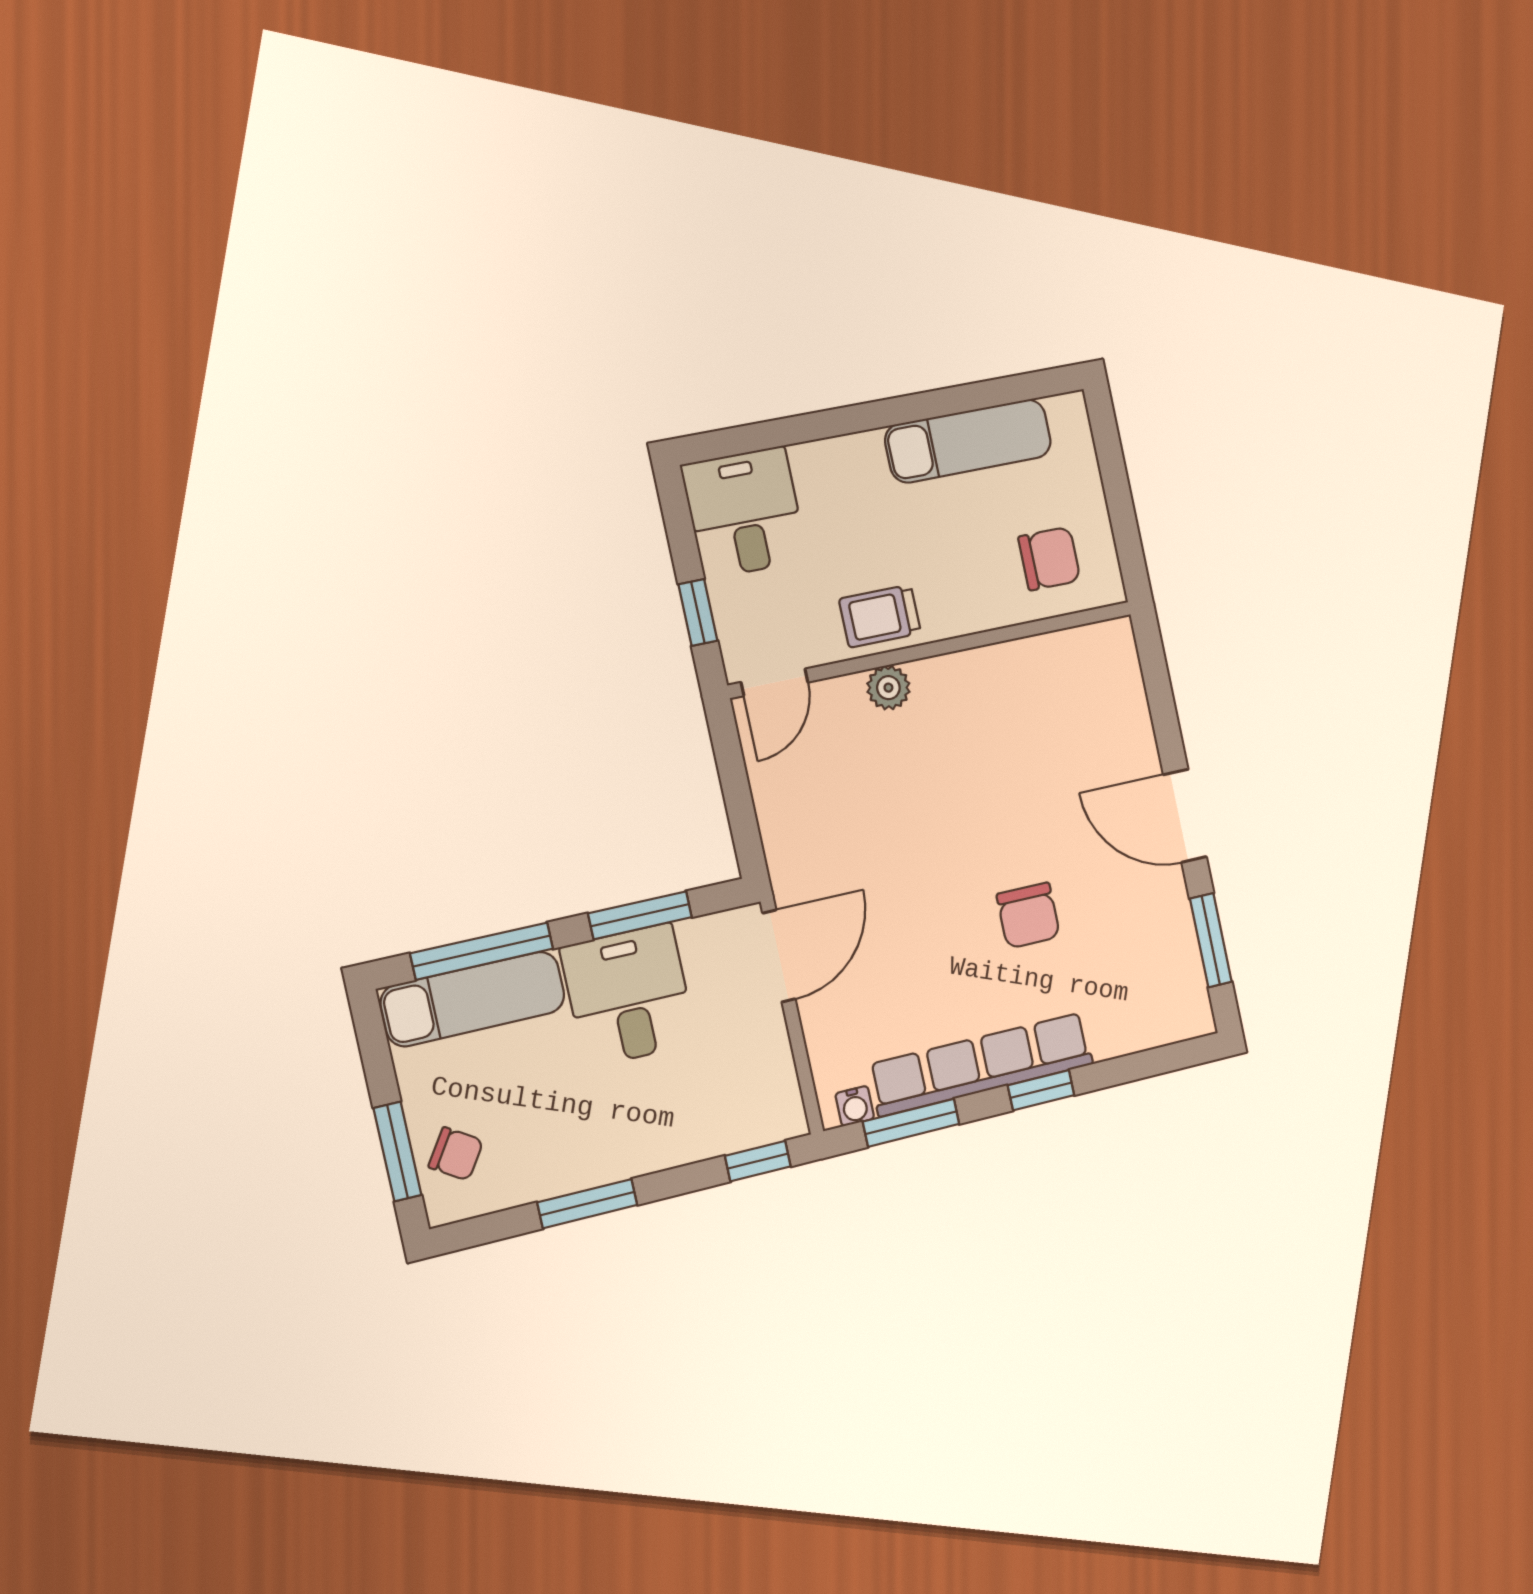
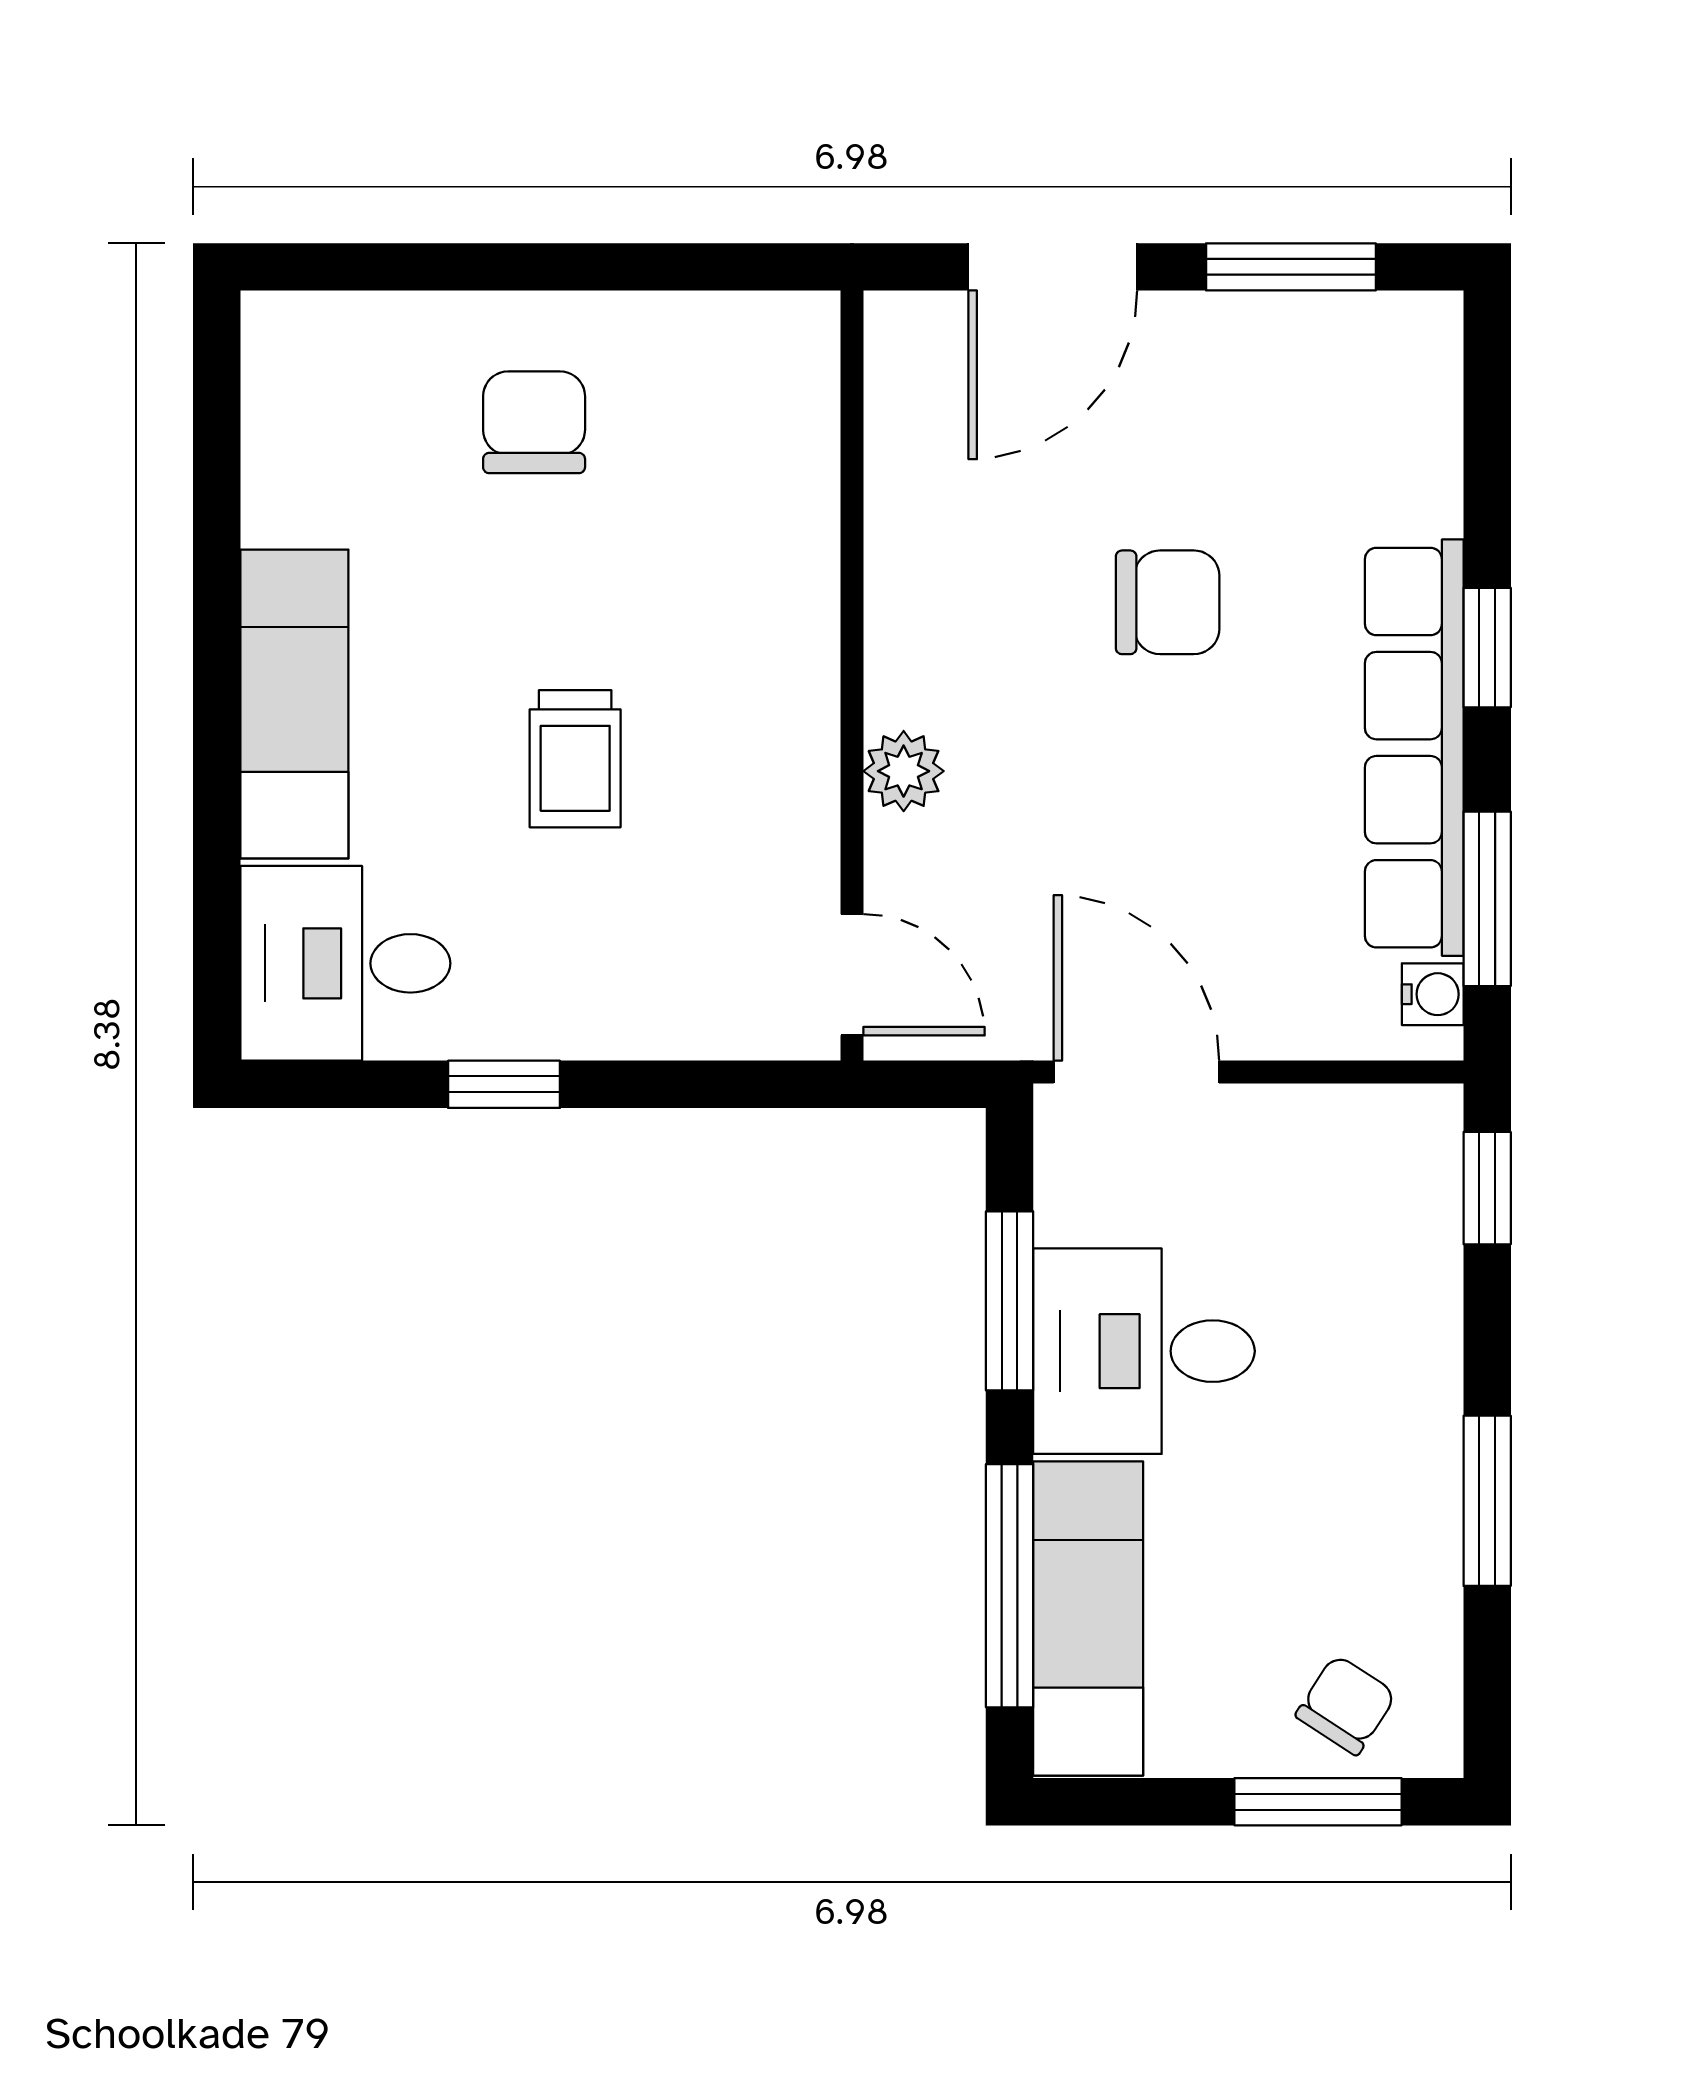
exam couch: (968, 441) -> (294, 704), moved
wall: (932, 649) -> (852, 676), moved
door: (775, 682) -> (852, 975), moved
plant: (888, 688) -> (904, 771), moved

